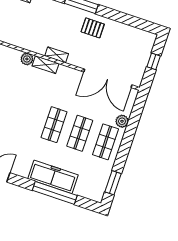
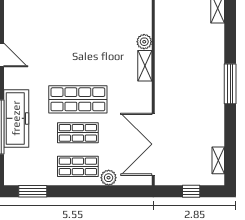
pallet: (93, 28) -> (206, 107), removed
shelving: (57, 55) -> (218, 160), moved
shop shelf: (54, 125) -> (78, 99), width x1.43, depth x1.36

